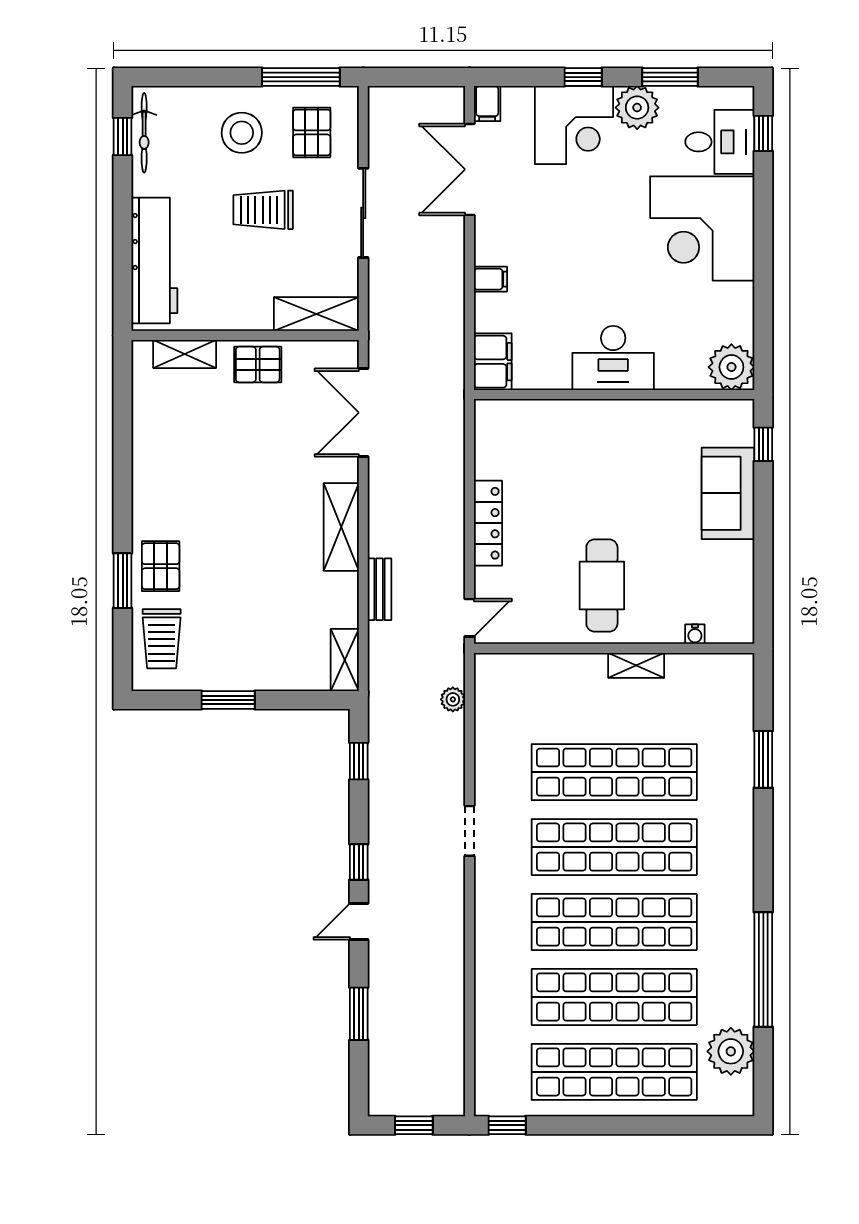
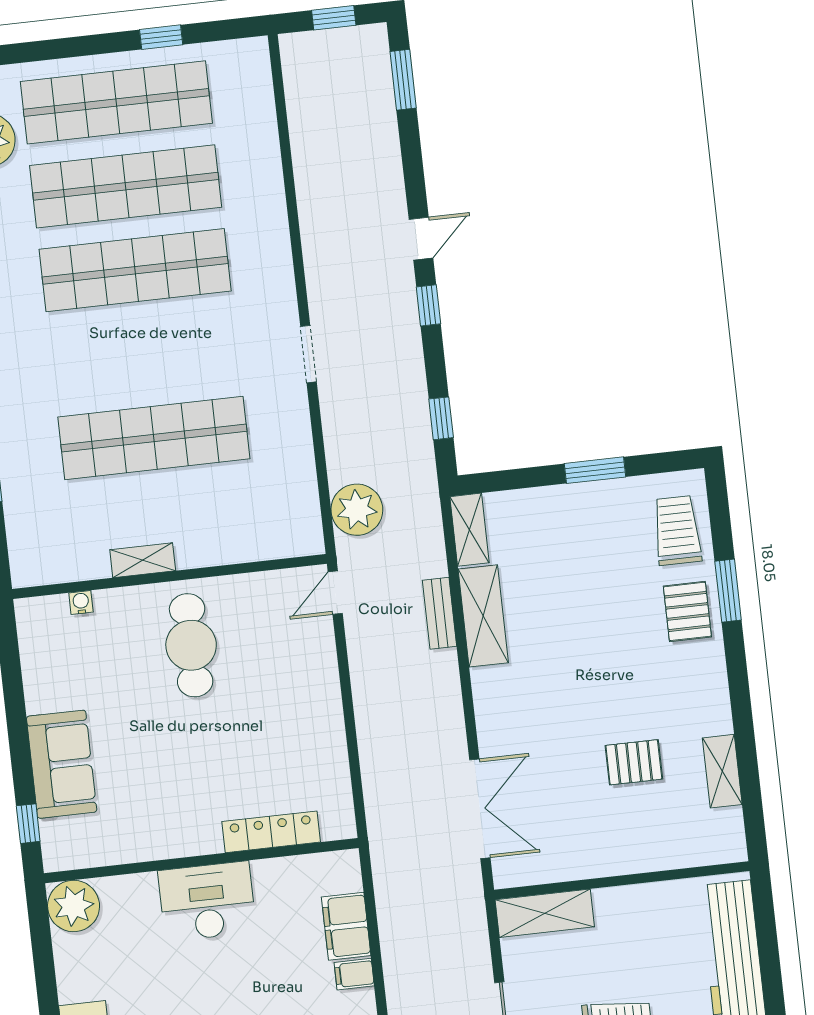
shelving: (185, 354) -> (722, 771), moved, turned 90
filing cabinet: (493, 362) -> (346, 926), moved
pallet: (258, 365) -> (634, 762), moved
locker: (488, 523) -> (271, 832), moved, turned 90
shelving: (341, 527) -> (483, 616), moved
plant: (453, 699) -> (357, 510), width x1.87, depth x1.87
shop shelf: (614, 847) -> (145, 354), removed
window: (359, 1014) -> (403, 80), moved
window: (507, 1125) -> (161, 37), moved

